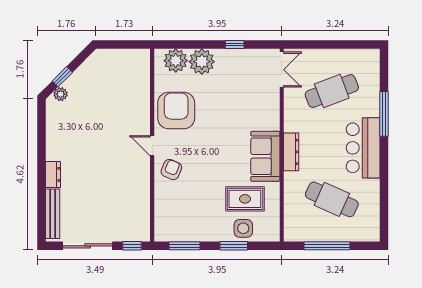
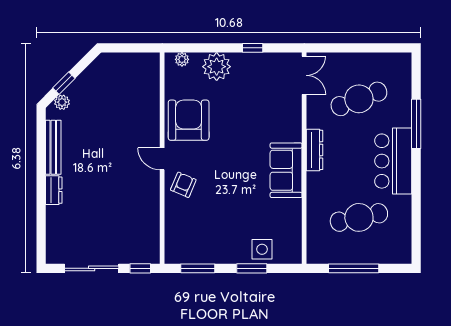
plant: (176, 61) -> (182, 59), width x0.53, depth x0.53
dresser: (291, 152) -> (314, 150), moved
rug: (245, 199) -> (264, 217), removed
cafe table: (332, 199) -> (359, 217), turned -36
bench: (53, 214) -> (53, 147), moved

